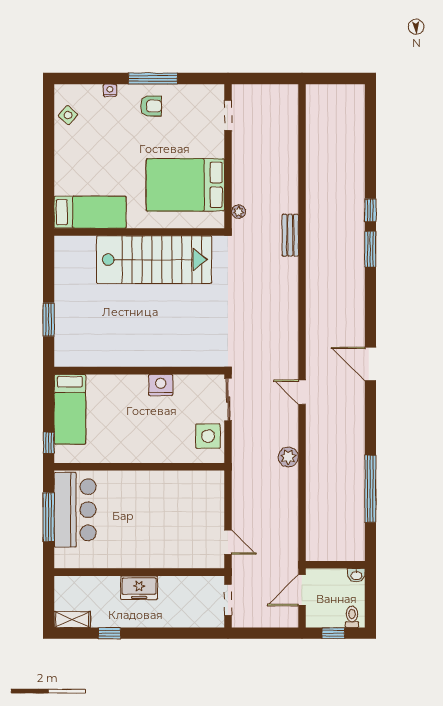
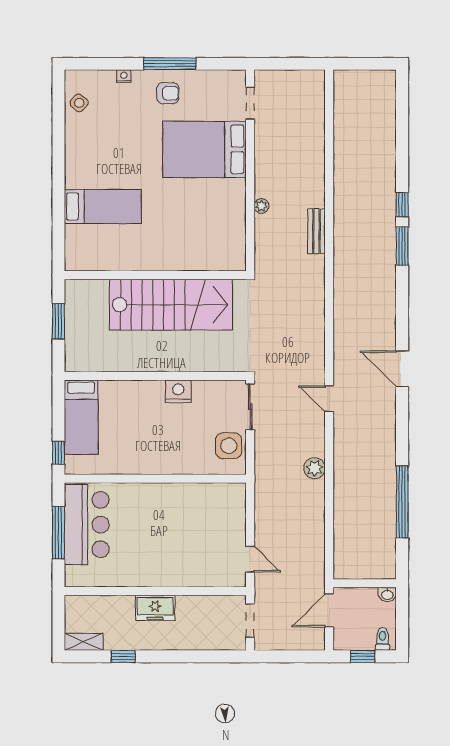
bed: (185, 185) -> (204, 149), moved
wall: (139, 232) -> (155, 275), moved
stairs: (154, 260) -> (171, 305), moved

